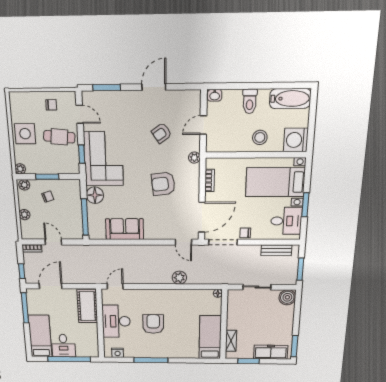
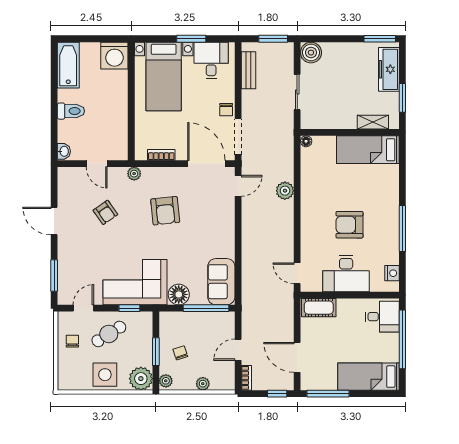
cafe table: (59, 137) -> (109, 334), turned 53
stool: (260, 137) -> (111, 97), removed
plant: (20, 169) -> (141, 379), width x1.88, depth x1.88
sofa: (125, 229) -> (221, 282), moved
cot: (87, 306) -> (319, 308), width x0.73, depth x0.75
desk: (63, 346) -> (382, 317), moved

